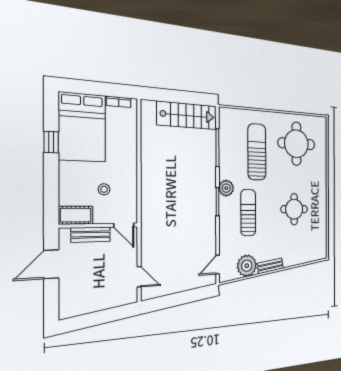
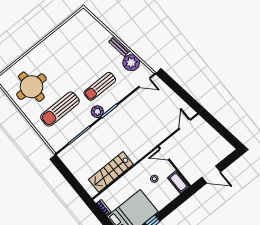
stairs: (187, 115) -> (111, 172), moved, turned -90
round table: (294, 209) -> (72, 56), removed
door: (124, 225) -> (164, 154), swing flipped
bench: (91, 235) -> (182, 167), removed

